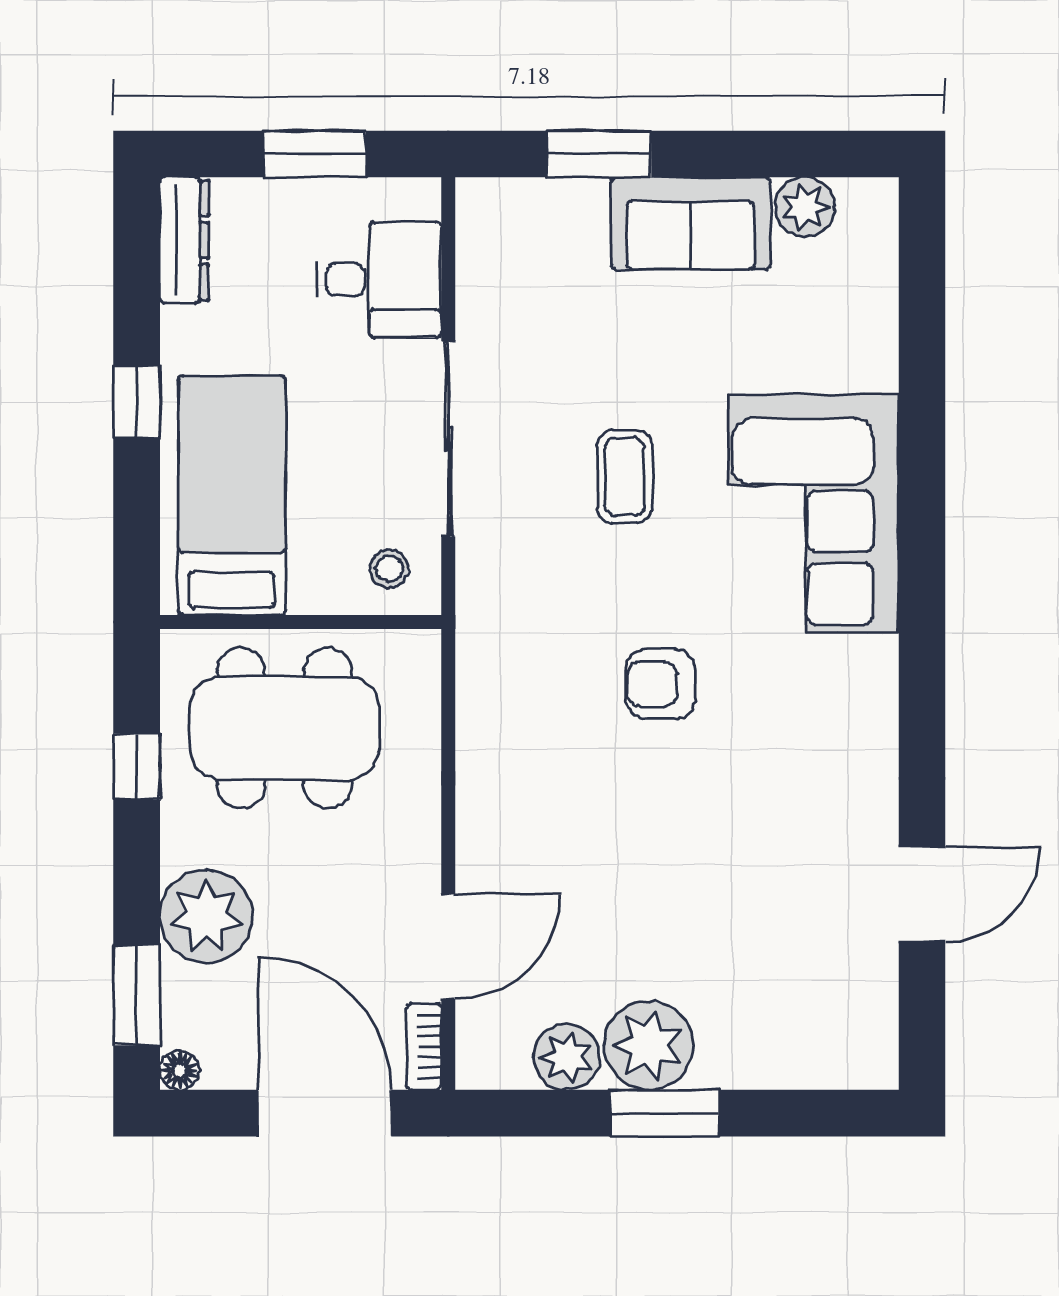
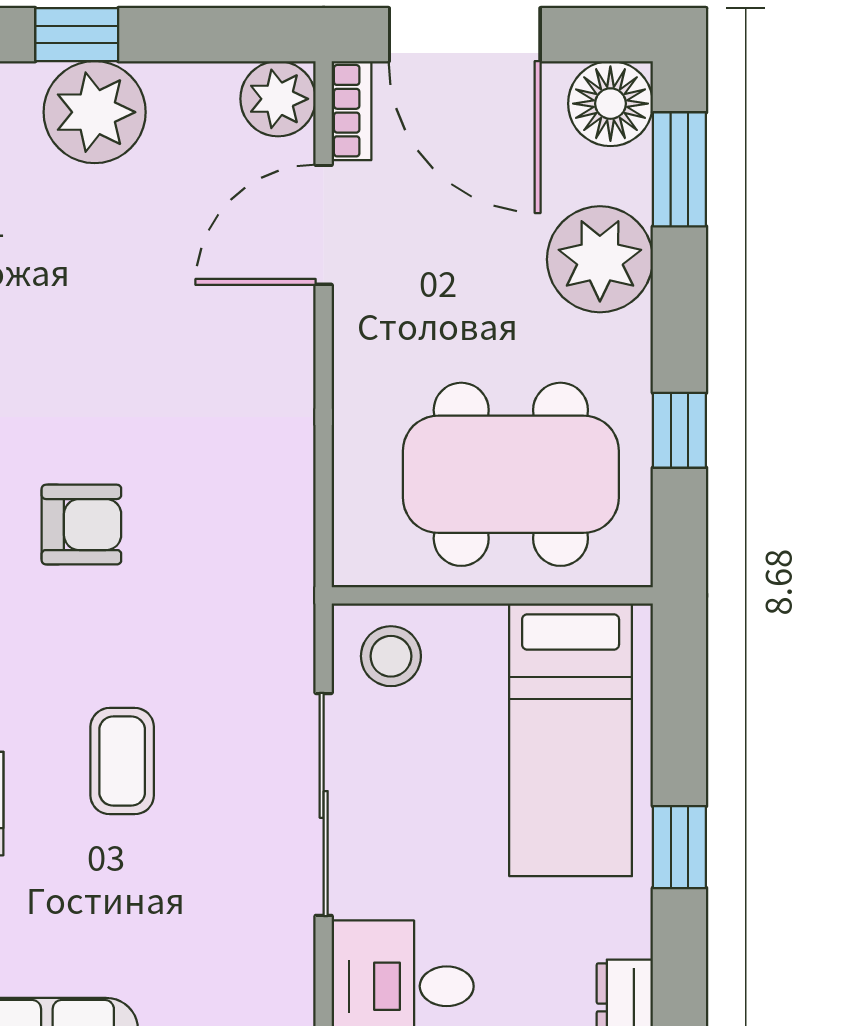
stool: (389, 569) -> (391, 656), width x1.37, depth x1.37
plant: (566, 1057) -> (278, 99), moved
floor lamp: (179, 1070) -> (610, 104), width x1.89, depth x1.89
window: (664, 1113) -> (77, 35), width x0.67

